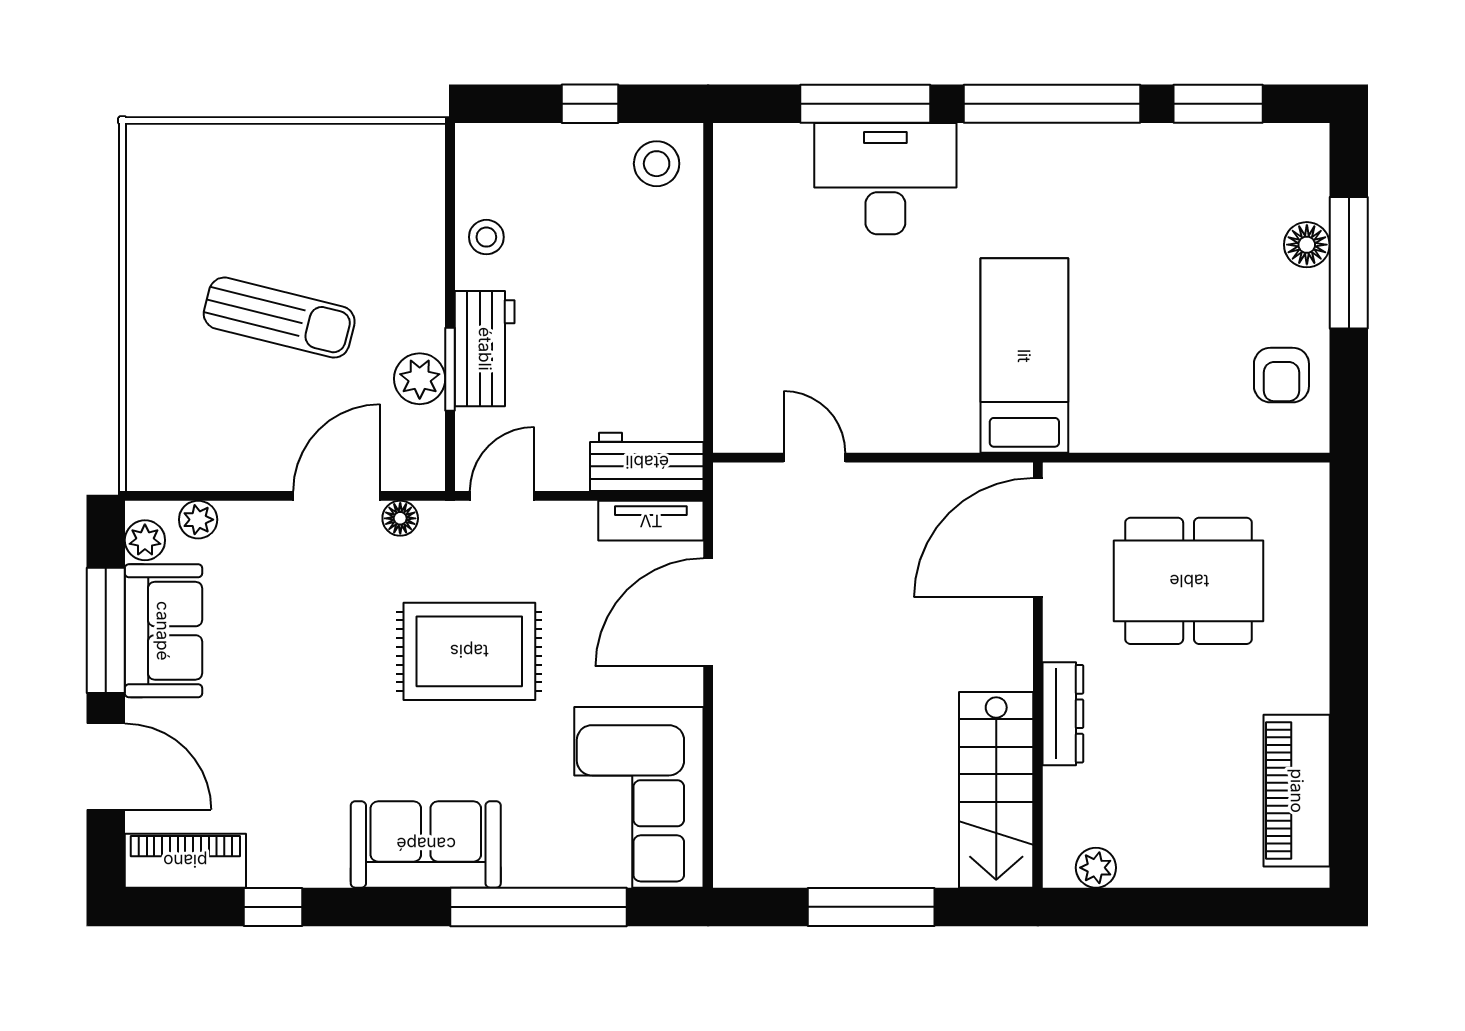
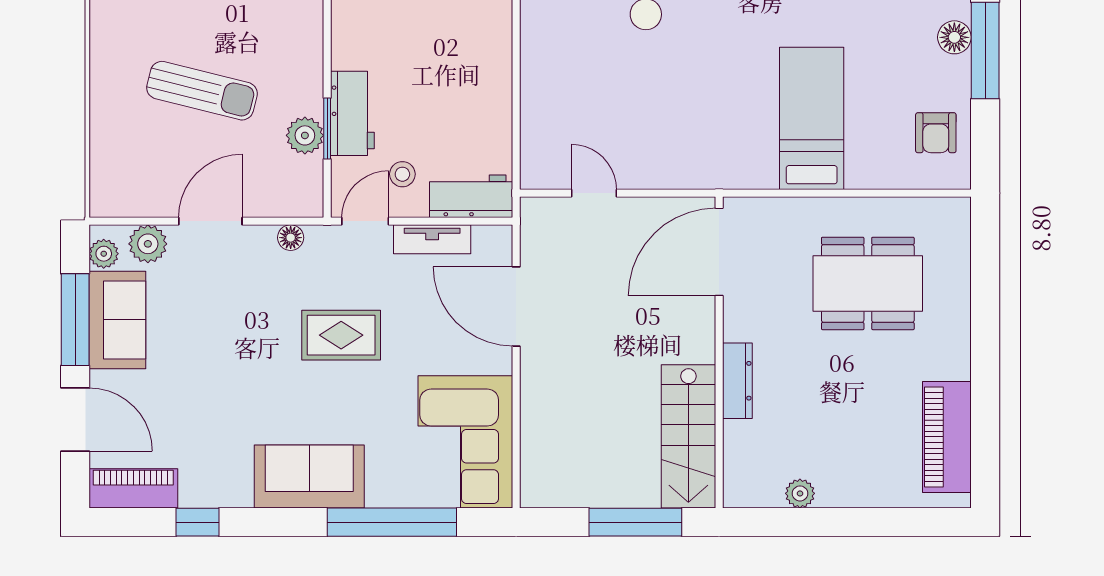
stool: (486, 237) -> (402, 174), moved
bed: (1024, 356) -> (812, 118), moved
door: (337, 496) -> (210, 221), moved
plant: (198, 520) -> (148, 244), width x1.38, depth x1.38
tv unit: (651, 521) -> (432, 239), moved
door: (1038, 538) -> (719, 252), moved
door: (708, 612) -> (516, 306), hinge flipped
rug: (469, 651) -> (341, 335), width x0.73, depth x0.70
wall: (1038, 675) -> (719, 352), moved
dresser: (1063, 714) -> (737, 381), moved
stairs: (996, 790) -> (688, 436), moved

